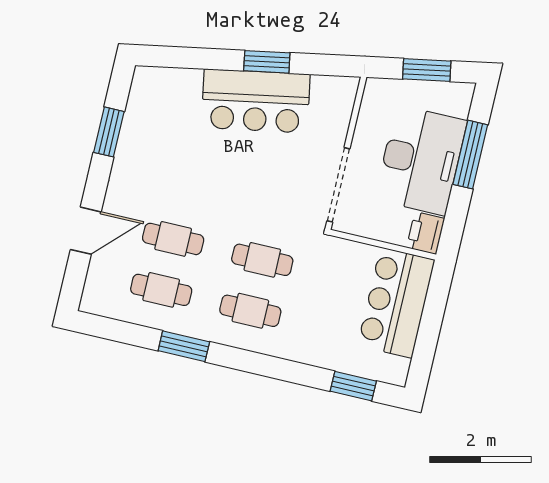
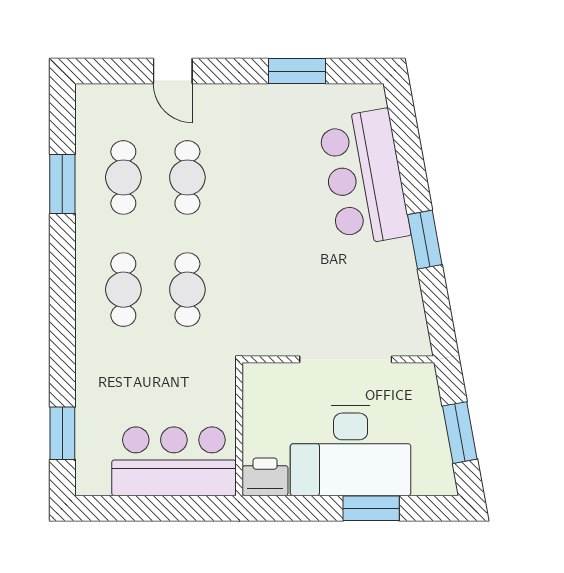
bar counter: (256, 101) -> (364, 178), moved
window: (470, 155) -> (371, 508), width x0.69
doorway: (338, 185) -> (346, 359), moved
door: (86, 231) -> (173, 71), width x0.73
window: (184, 346) -> (62, 184), moved

